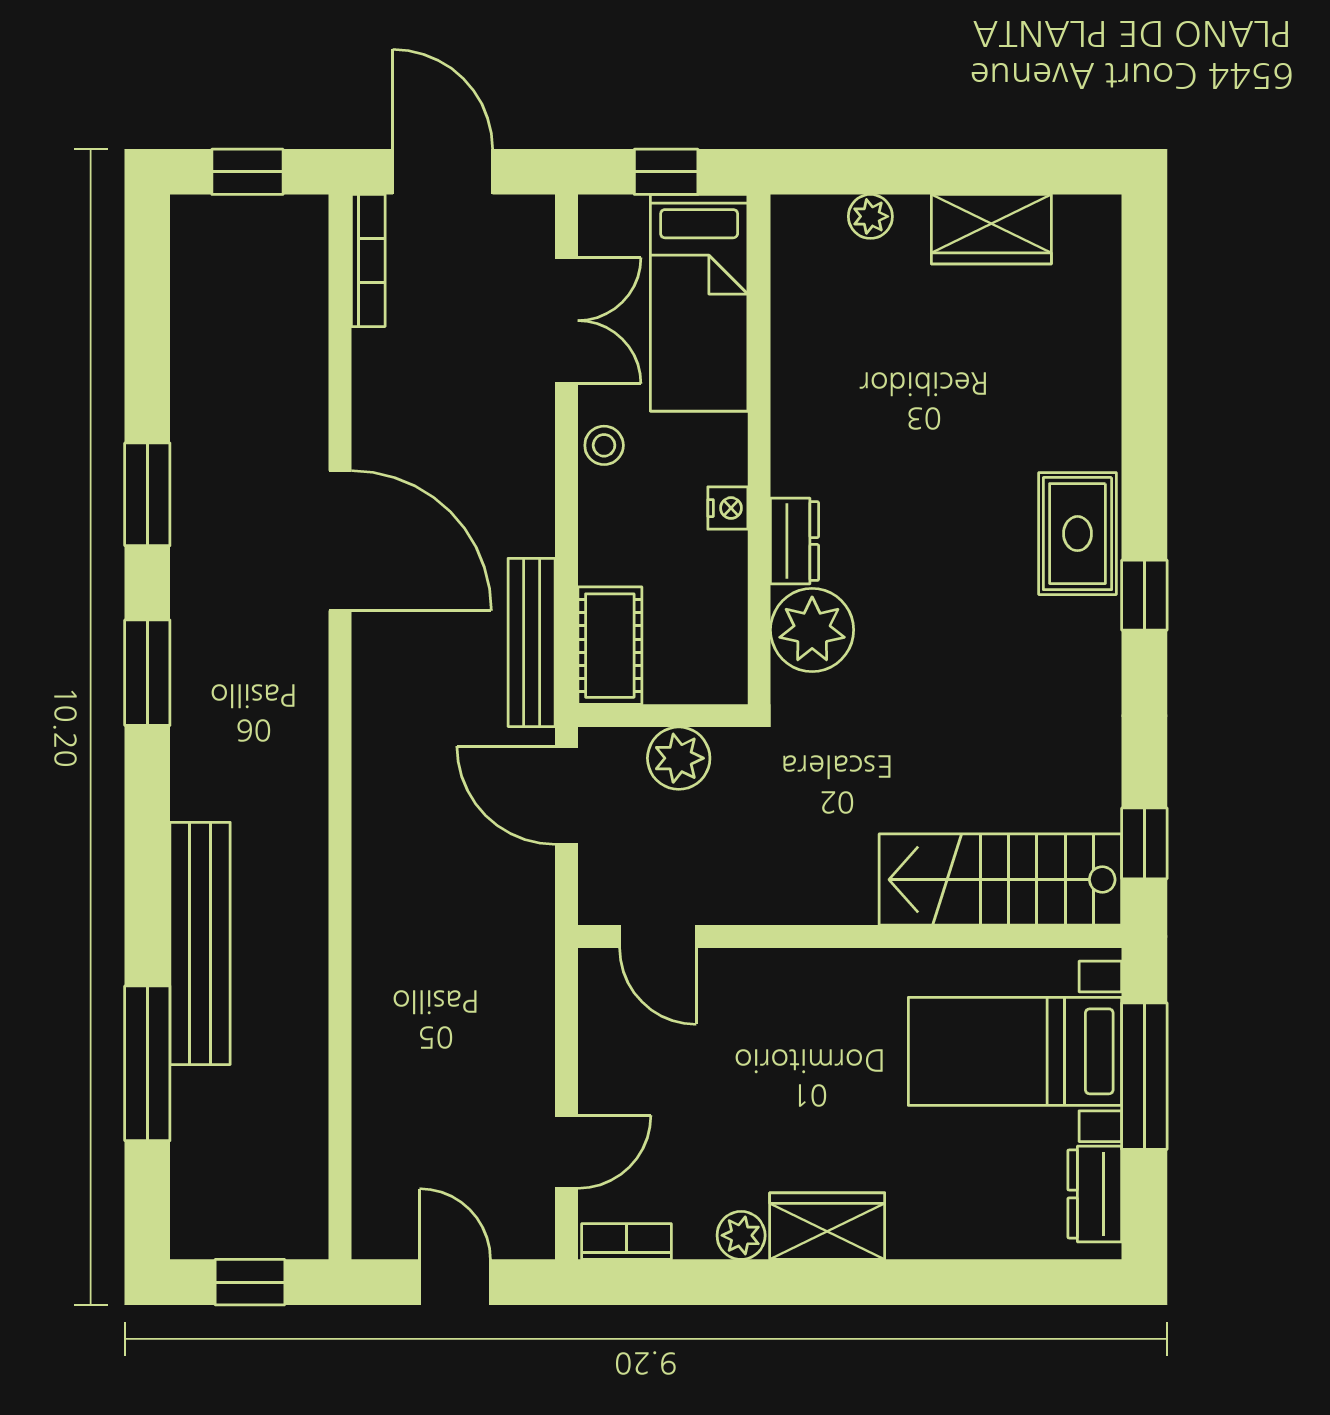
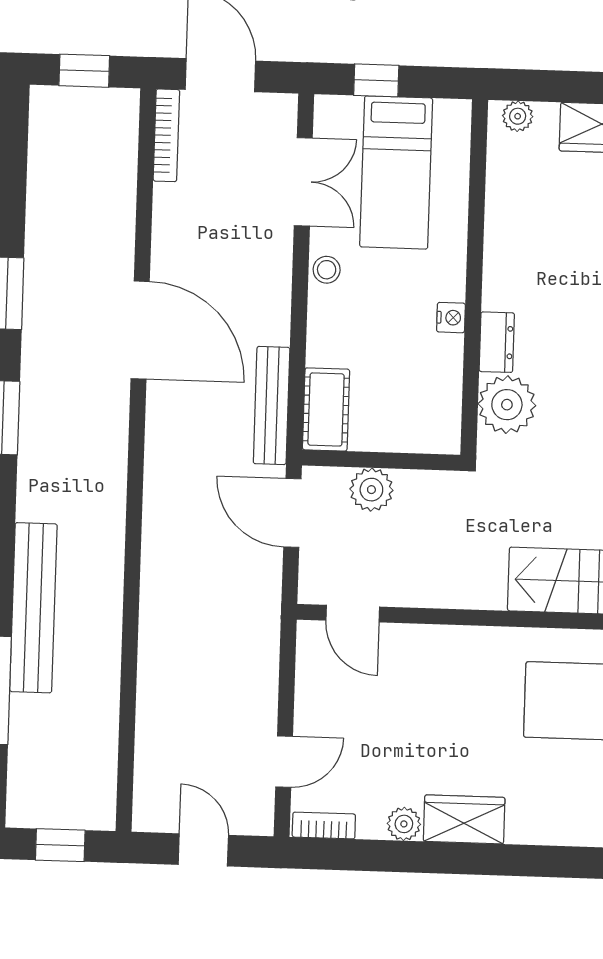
wall: (759, 449) -> (474, 277), moved
nightstand: (728, 508) -> (451, 318), moved
dresser: (795, 541) -> (497, 342), moved
plant: (812, 630) -> (507, 405), moved

